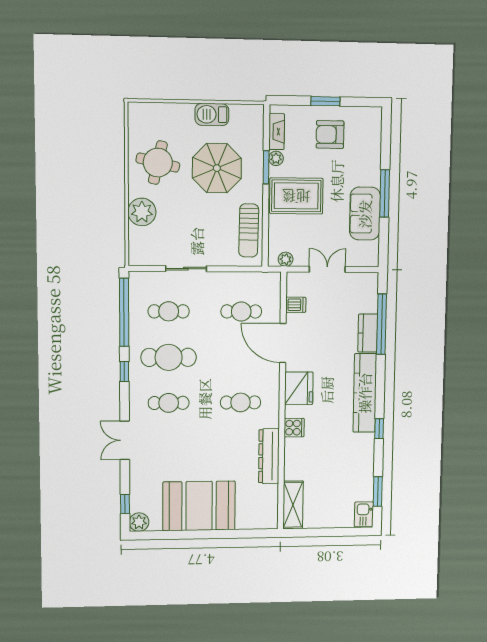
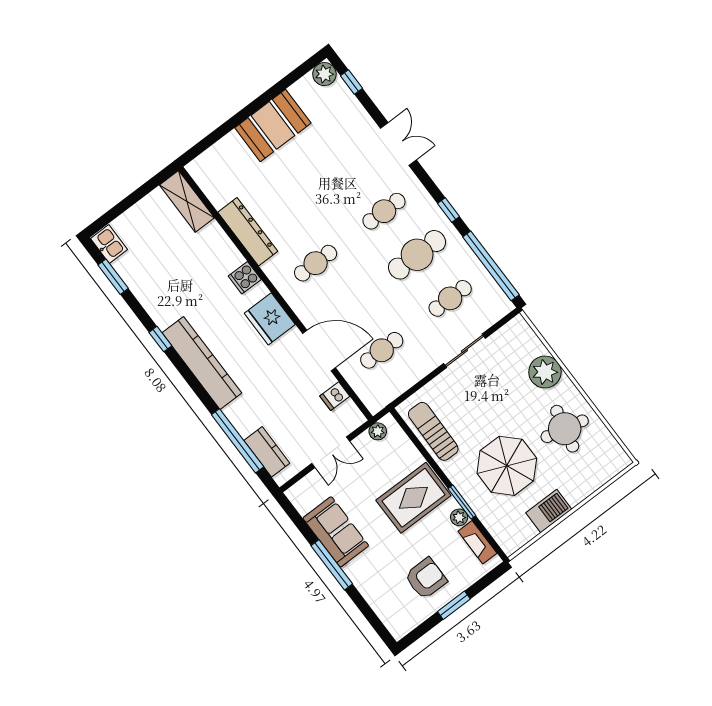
kitchen counter: (368, 333) -> (267, 452), moved
booth: (199, 506) -> (273, 125), width x0.73, depth x0.70

